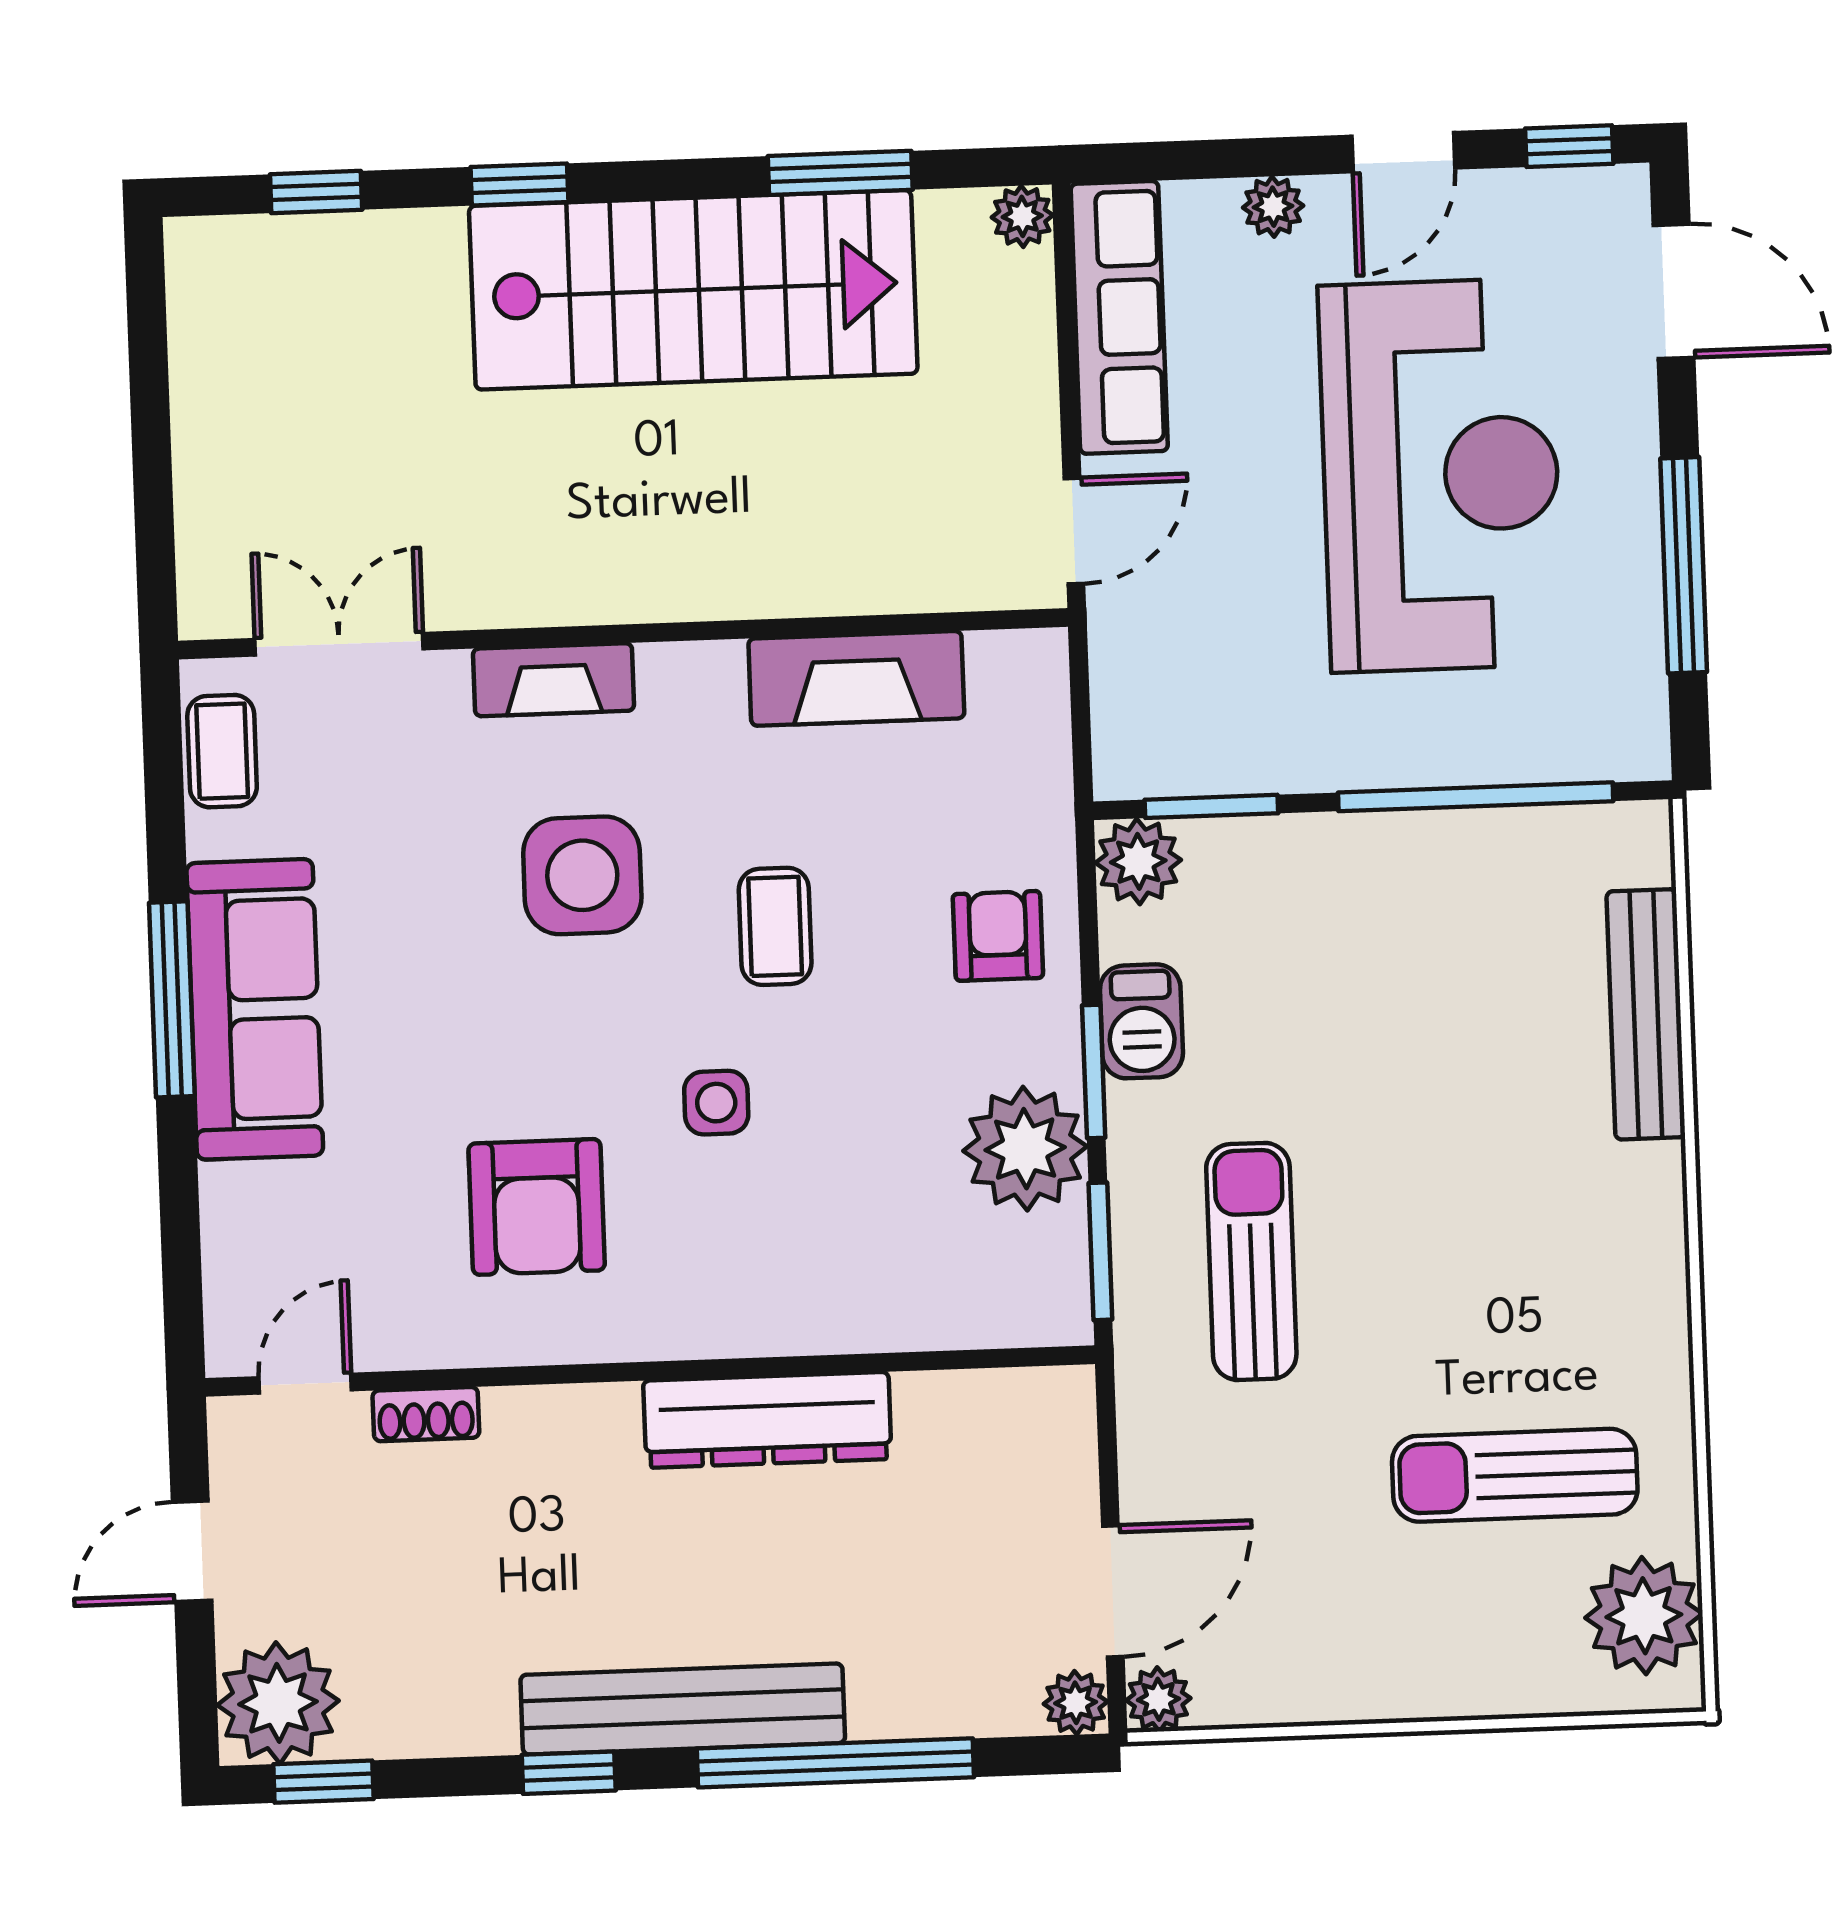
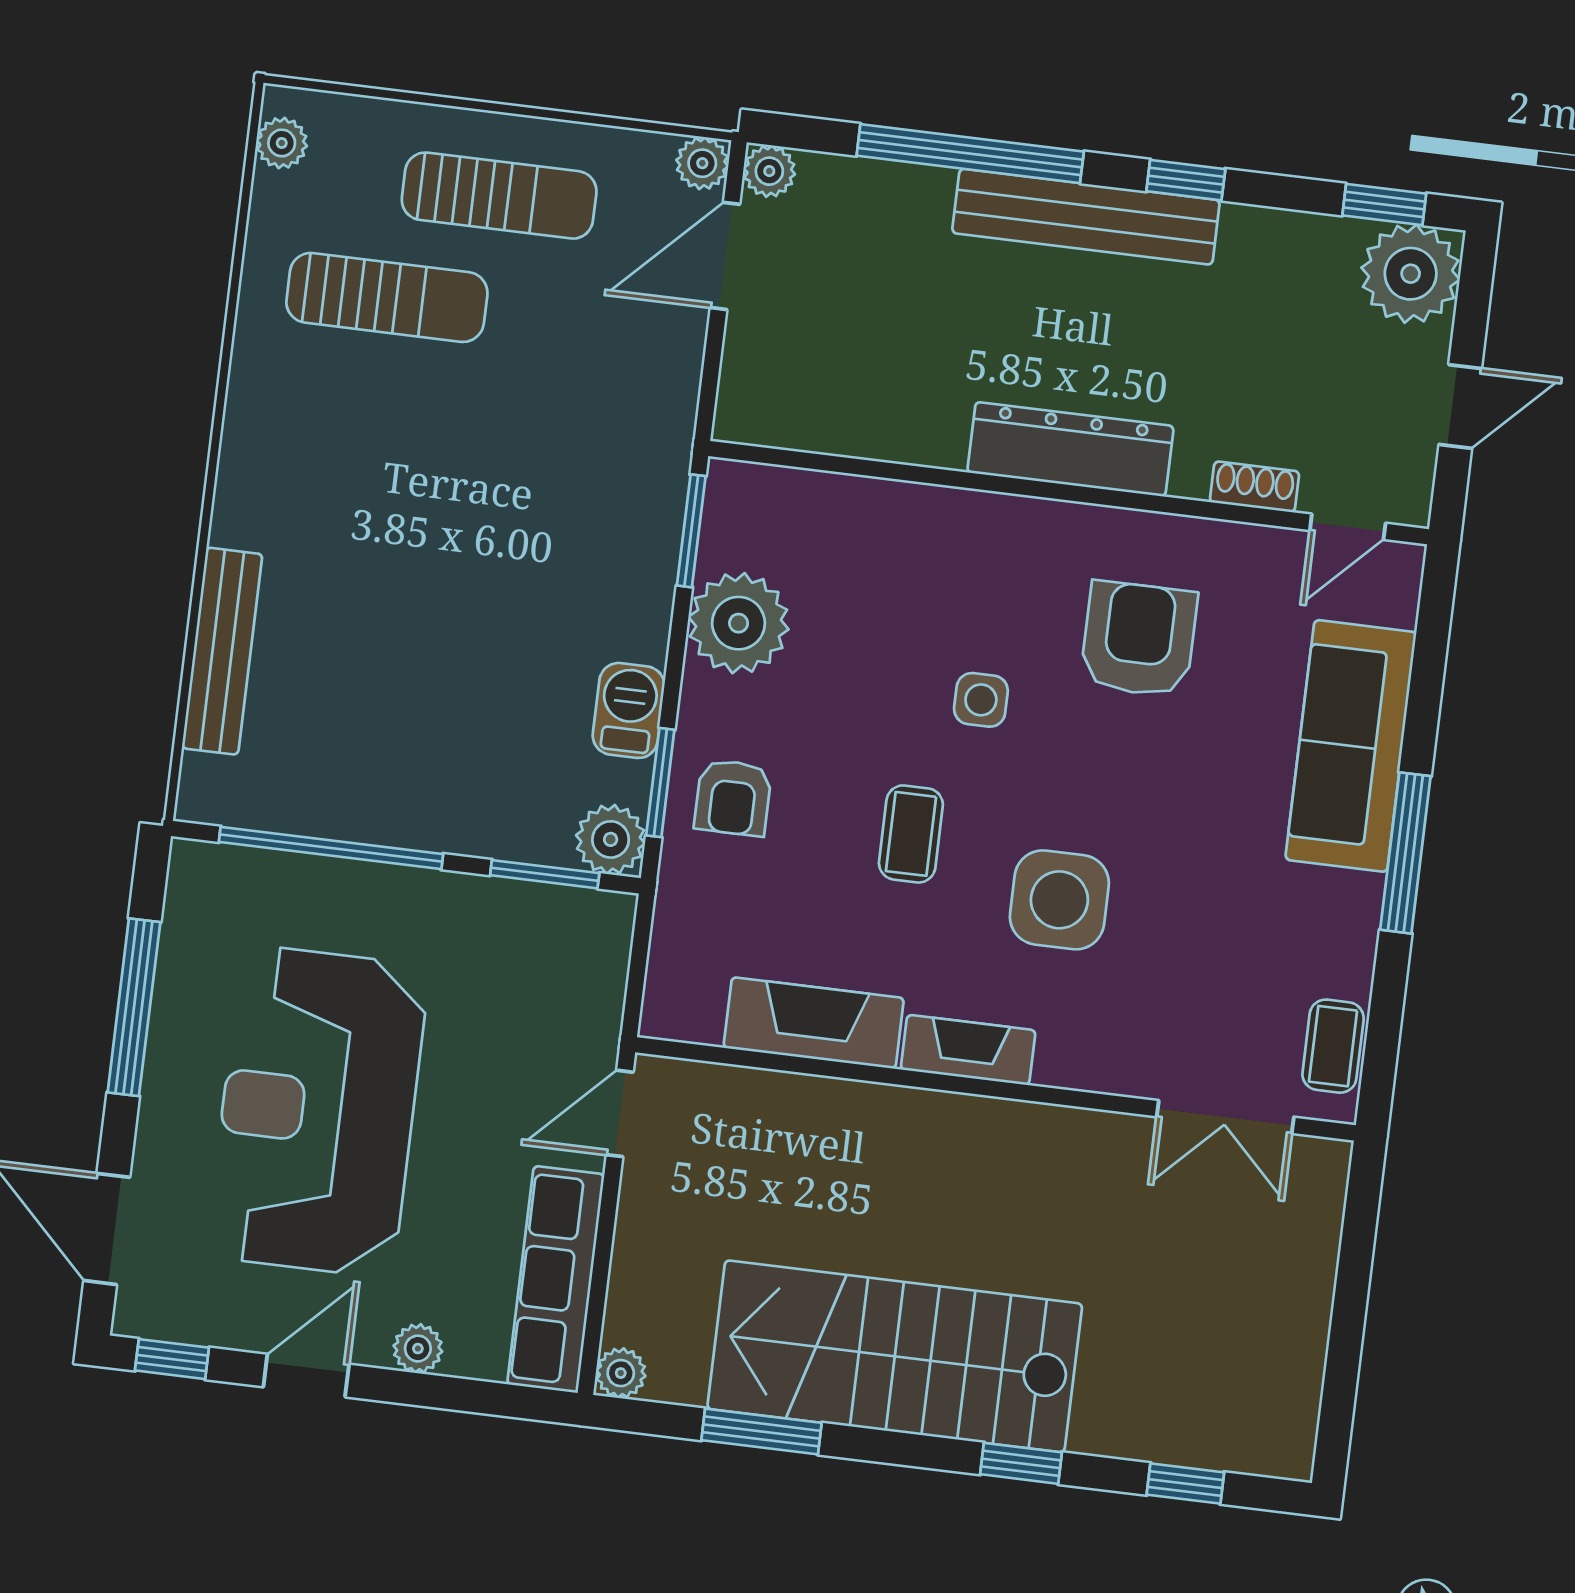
fireplace: (553, 680) -> (968, 1050), moved
sofa: (255, 1009) -> (1351, 746), moved
window: (1094, 1071) -> (660, 783), moved
sun lounger: (1251, 1261) -> (499, 196), moved, turned -90
dresser: (767, 1420) -> (1070, 449), moved
plant: (1644, 1616) -> (282, 143), width x0.53, depth x0.53

